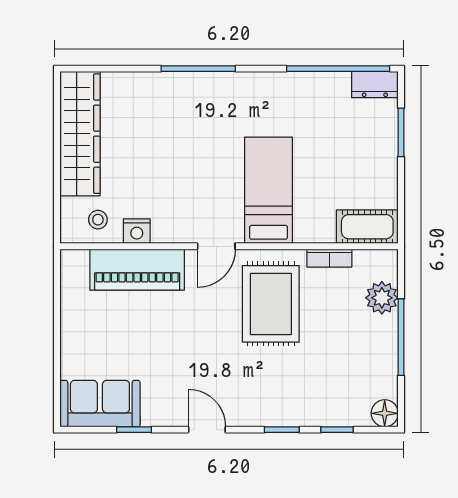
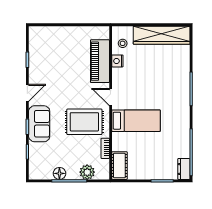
sofa: (100, 404) -> (39, 124), moved
floor lamp: (385, 413) -> (59, 173), moved

